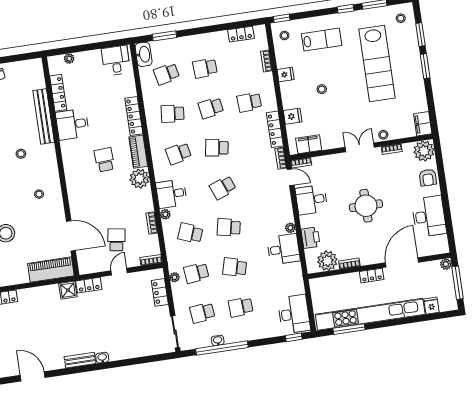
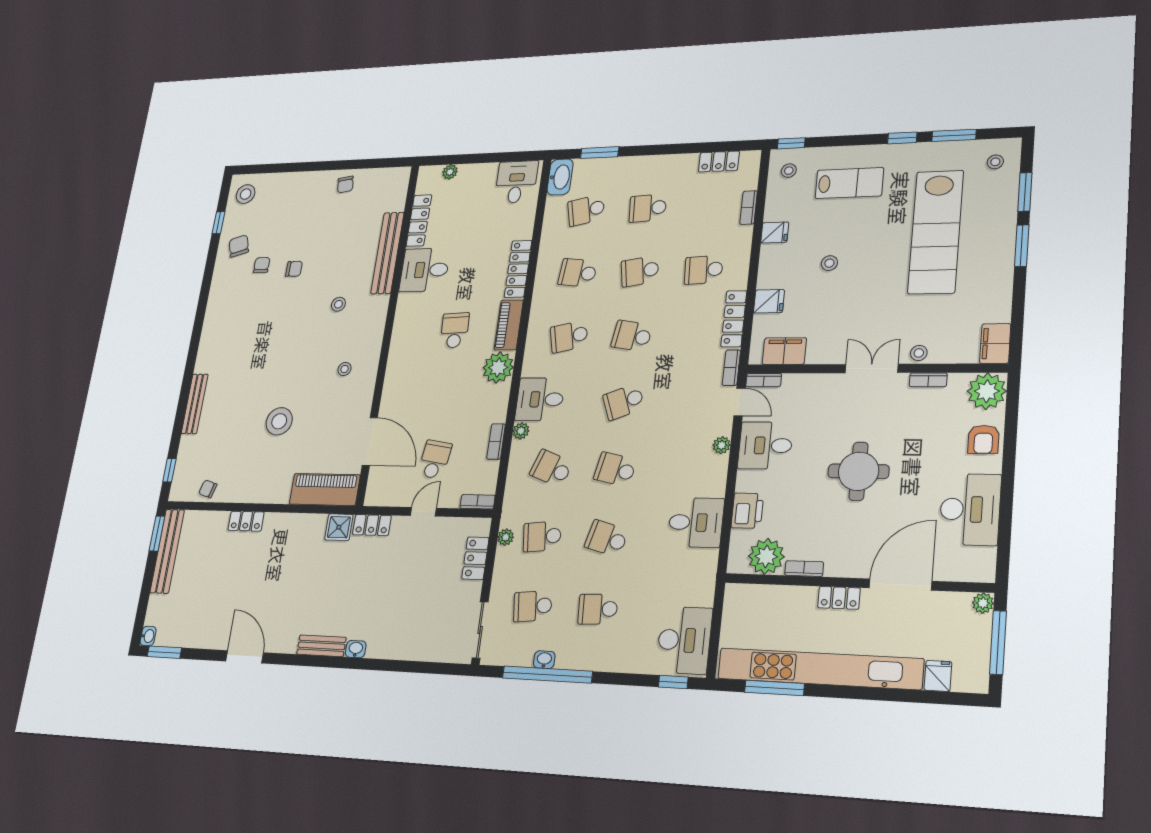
plant: (290, 228) -> (722, 445), moved

